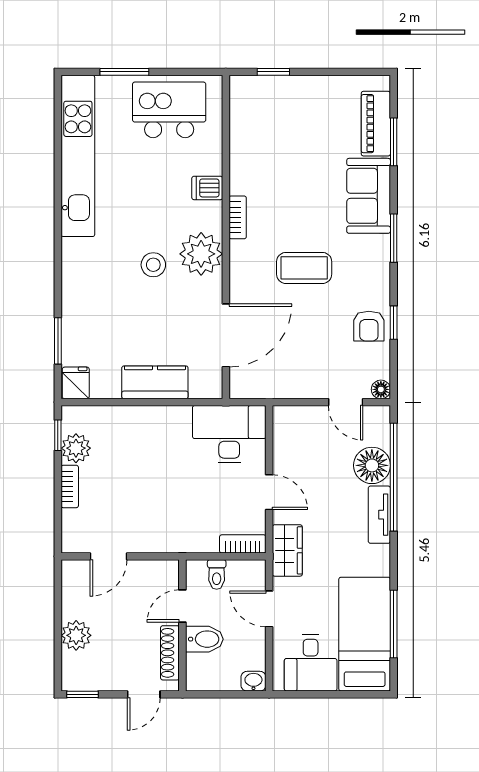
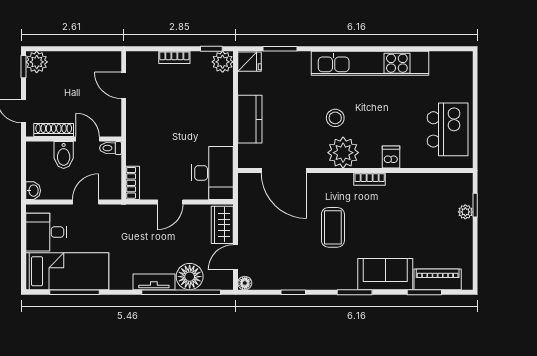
window: (124, 72) -> (475, 97), removed
plant: (283, 85) -> (465, 212), added
kitchen unit: (78, 156) -> (370, 63), moved
armchair: (369, 326) -> (291, 274), removed
plant: (76, 448) -> (223, 62), moved
wardrobe: (287, 550) -> (222, 225), moved, turned 90
toilet: (217, 575) -> (110, 148), moved
plant: (76, 635) -> (37, 62), moved

